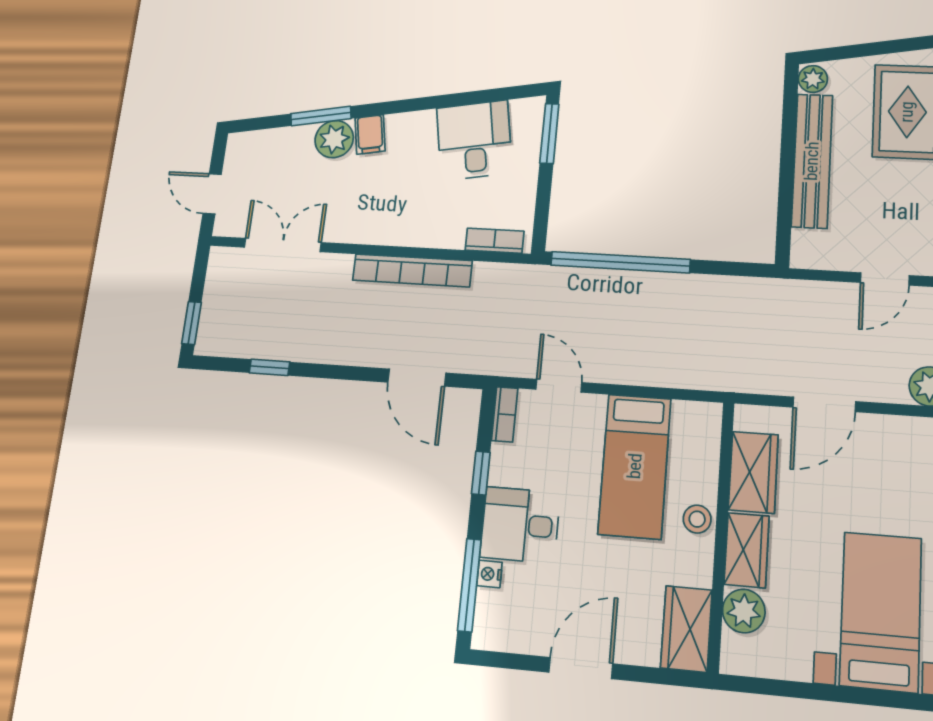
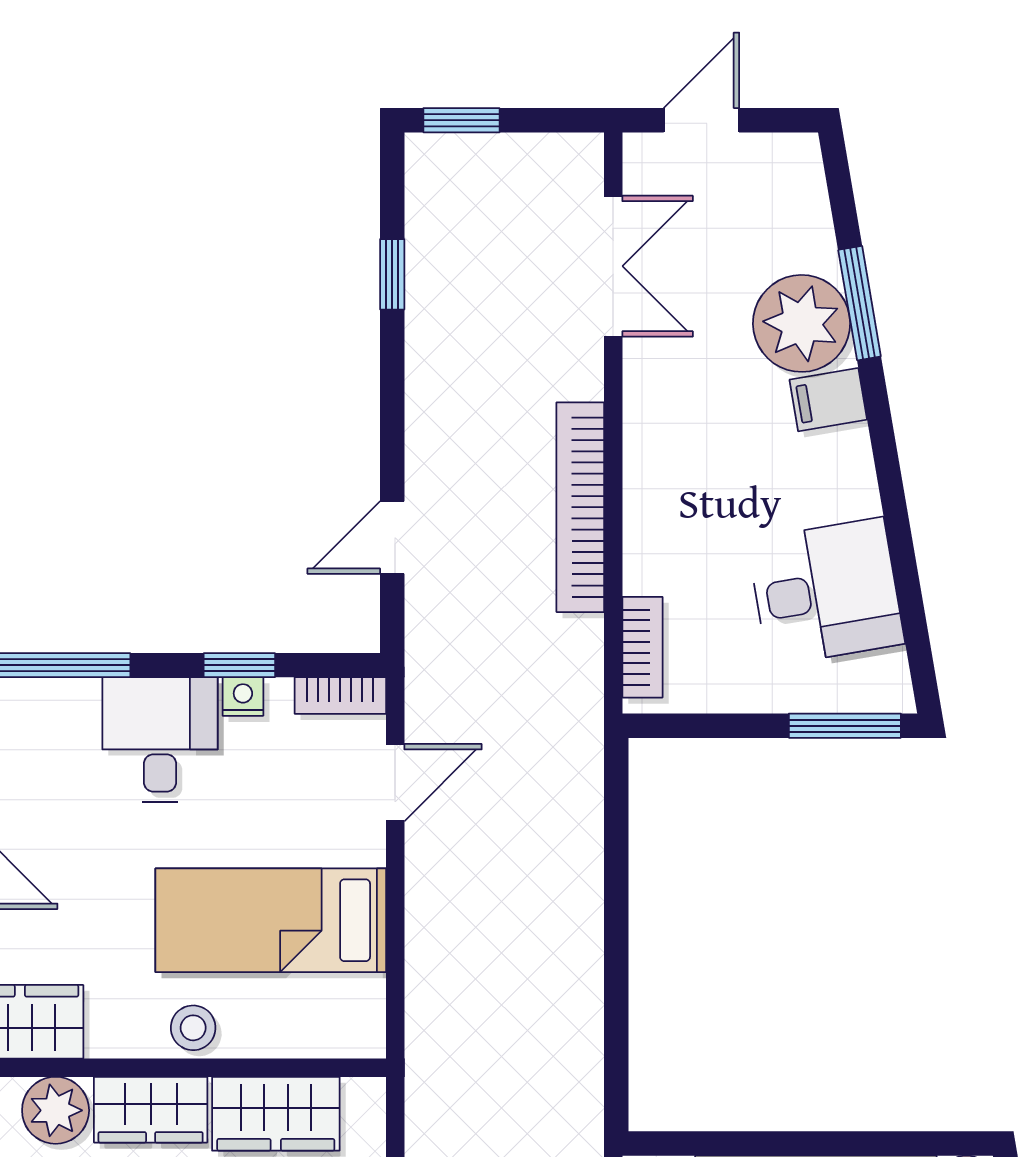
plant: (334, 139) -> (802, 323), width x1.36, depth x1.36
window: (620, 262) -> (616, 870), removed
door: (417, 378) -> (392, 538), width x0.73
nightstand: (489, 574) -> (243, 696), moved

